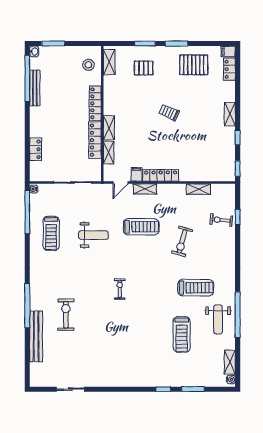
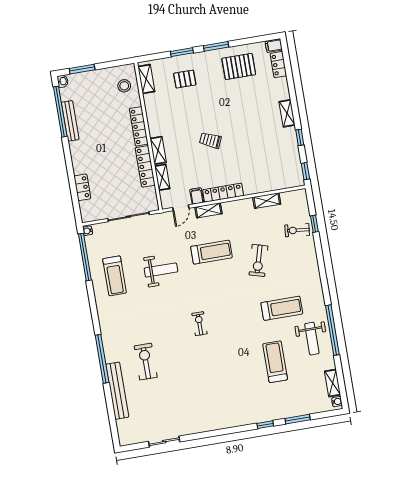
trolley: (169, 113) -> (210, 140), moved
treadmill: (182, 334) -> (275, 362), turned 180

